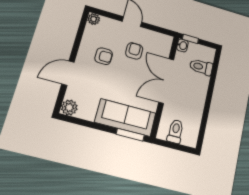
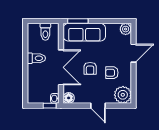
plant: (94, 19) -> (123, 95), width x1.87, depth x1.87
floor lamp: (166, 41) -> (69, 98), added
armchair: (134, 51) -> (90, 68), moved
toilet: (201, 67) -> (36, 58), moved

